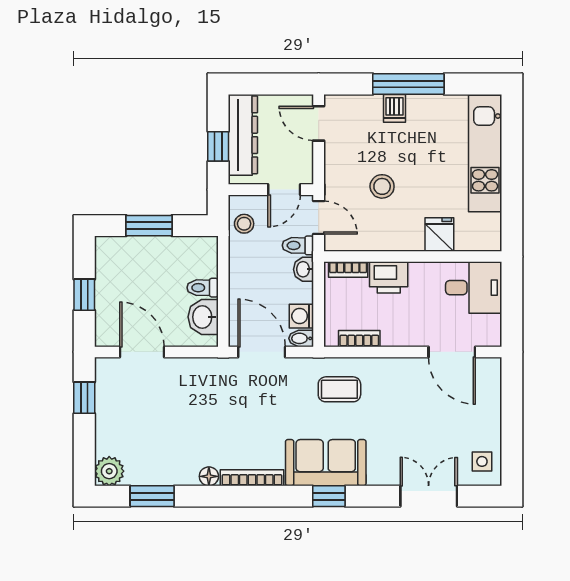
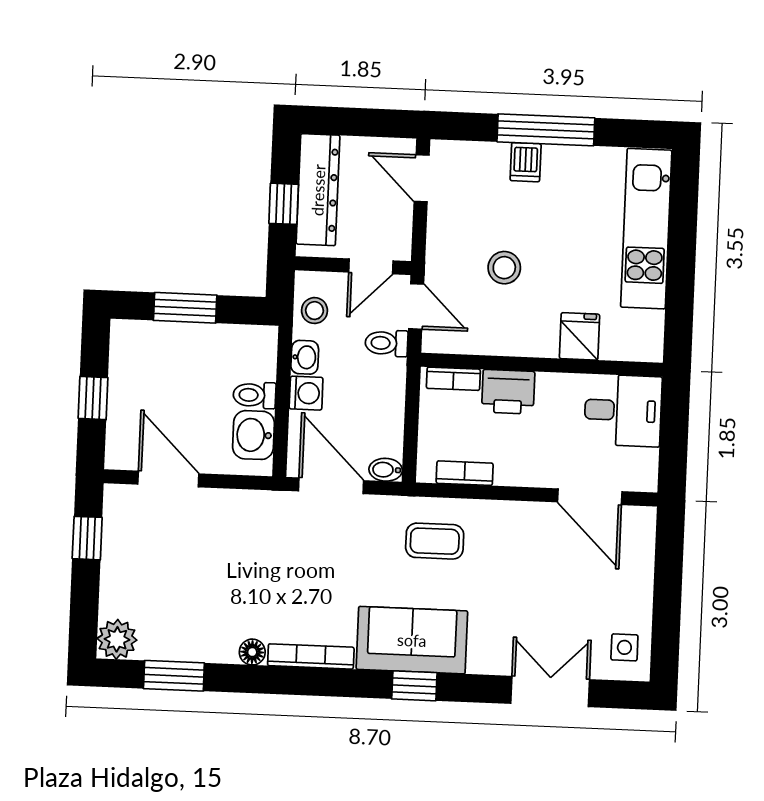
washbasin: (304, 269) -> (305, 357), moved, turned 180
washing machine: (301, 316) -> (306, 393), moved, turned 180

